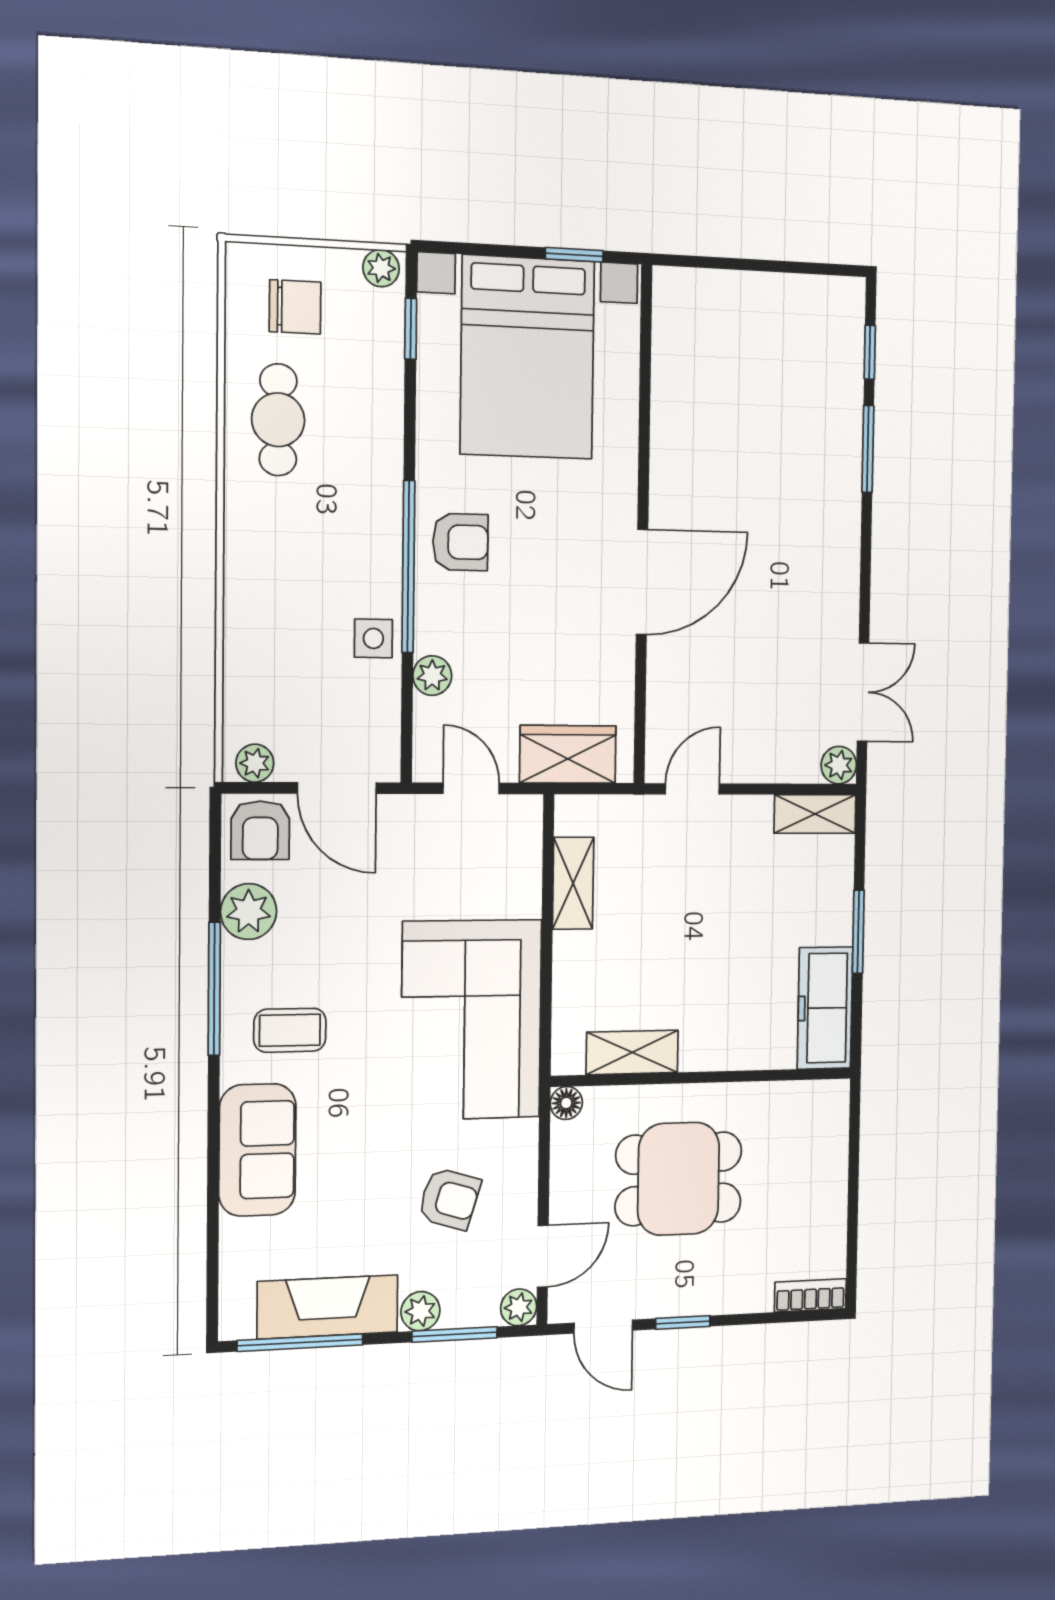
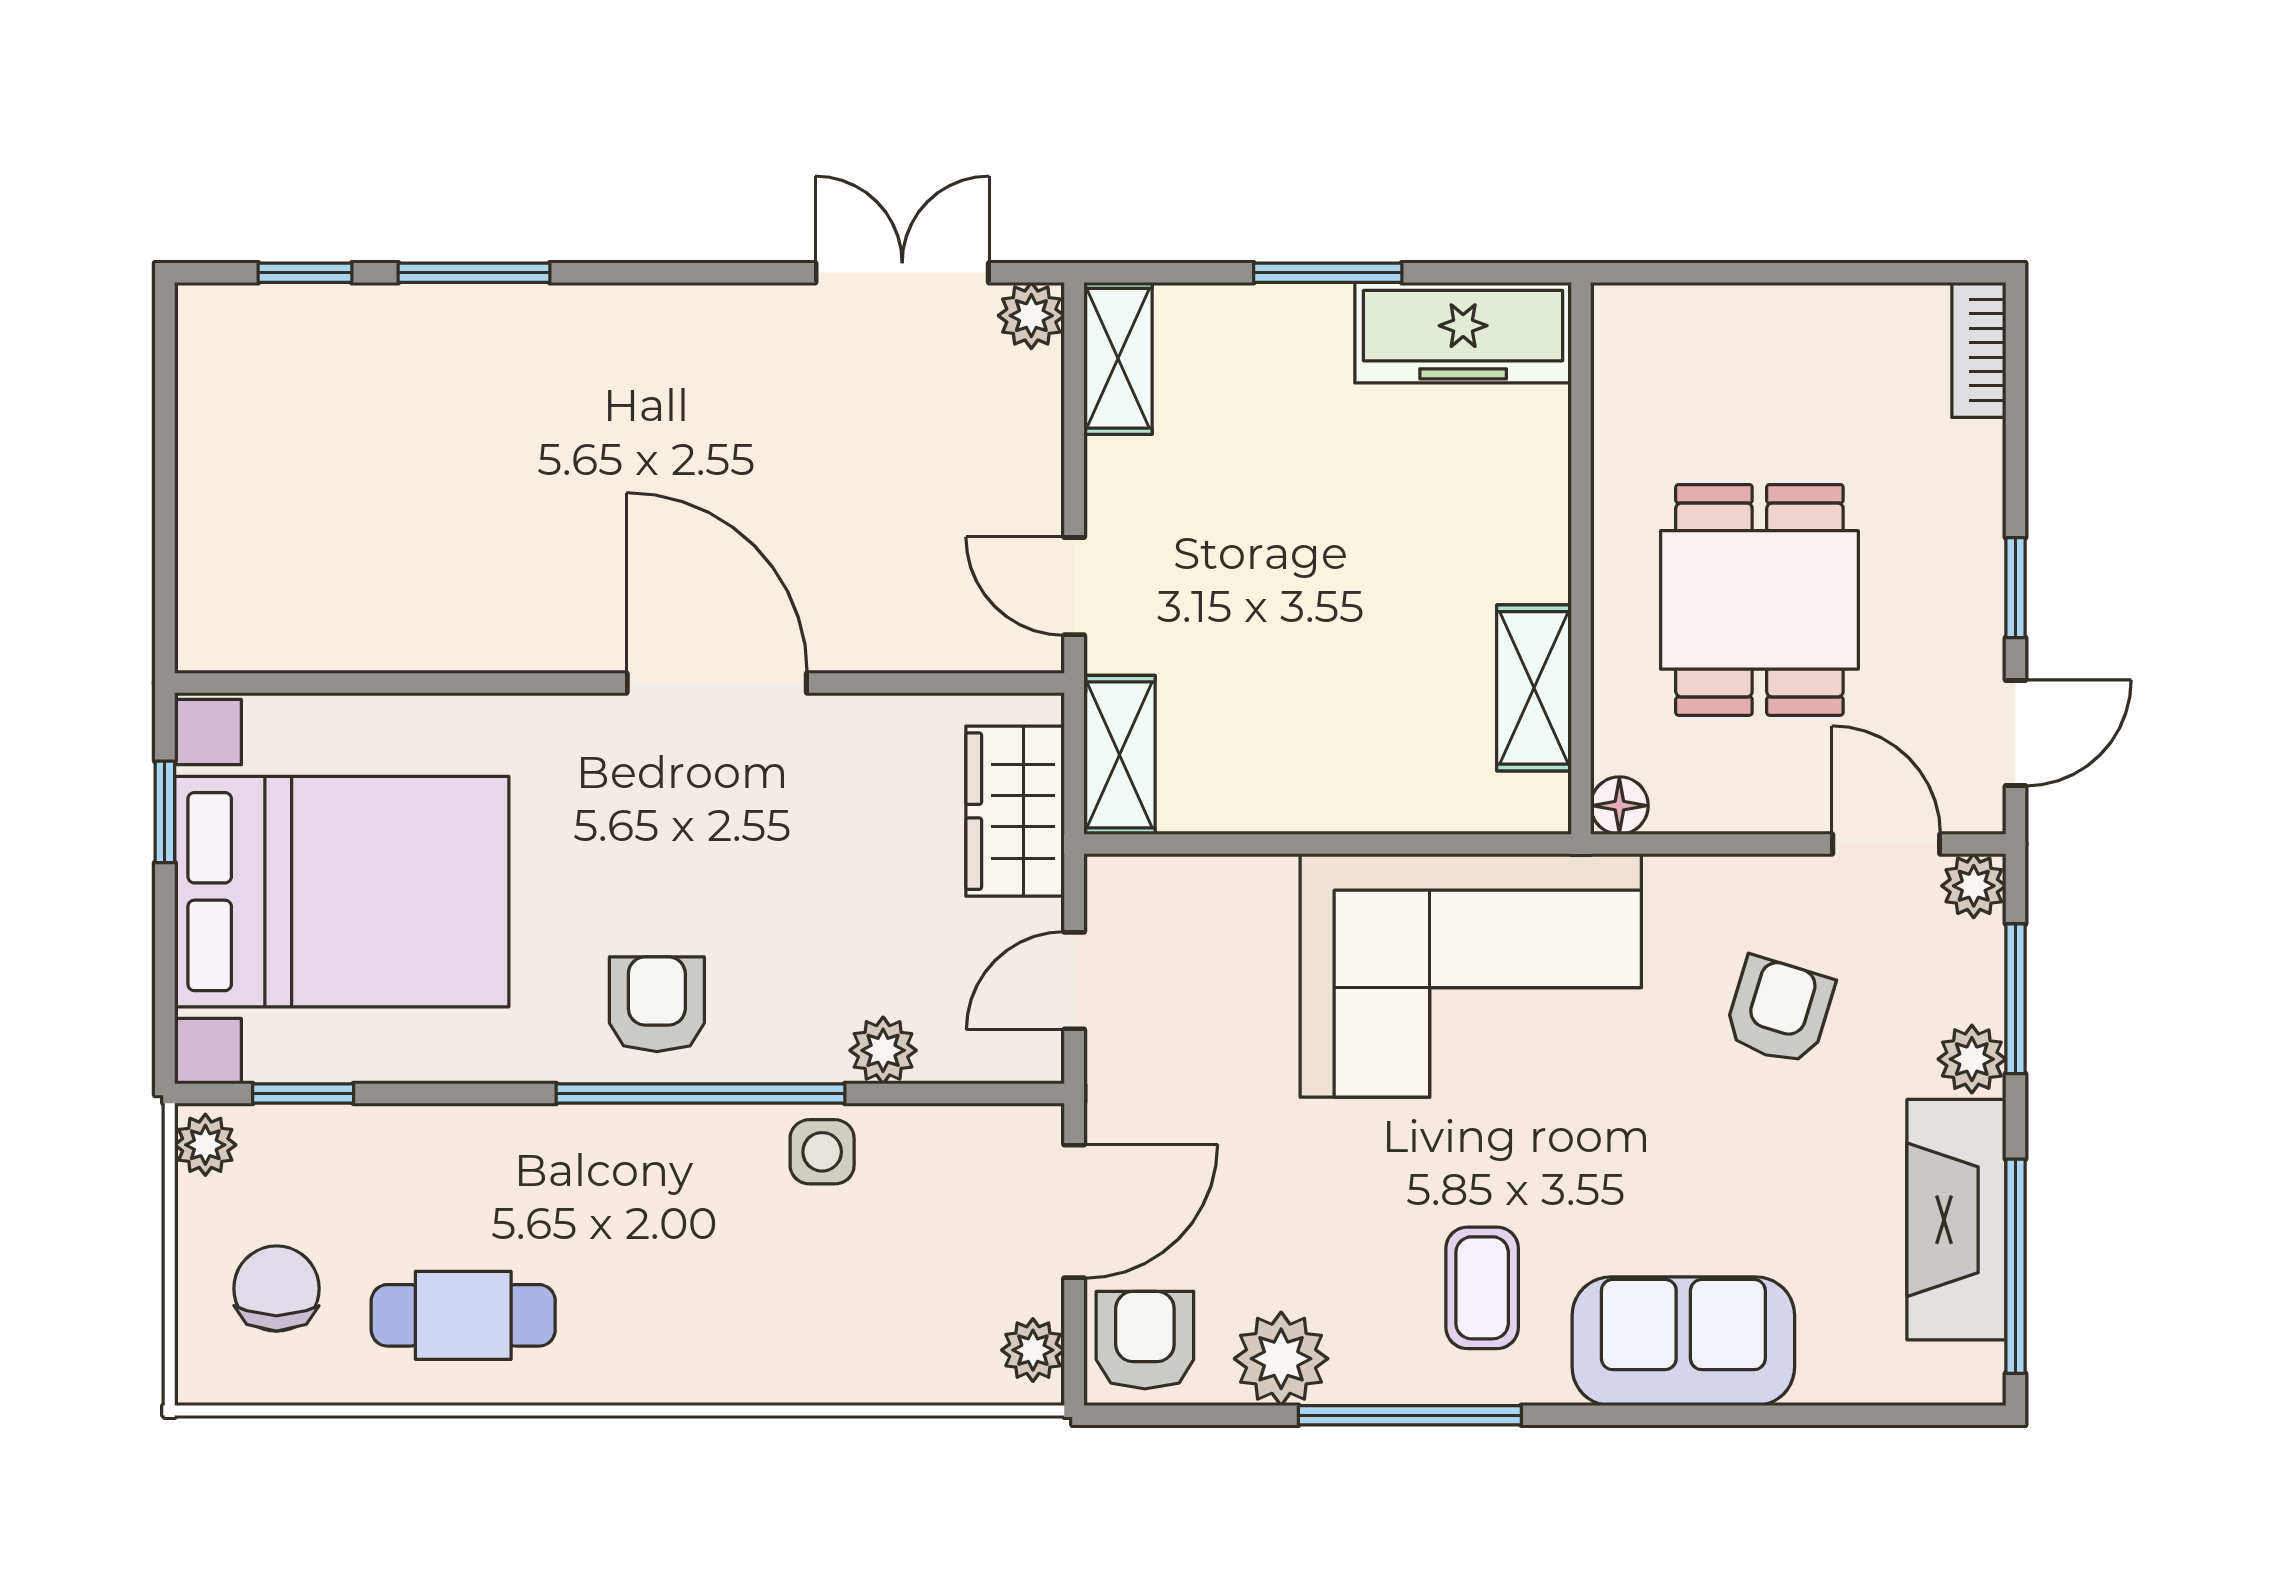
armchair: (260, 830) -> (1145, 1340), turned -90
shelving: (573, 883) -> (1119, 755), moved, turned 90

